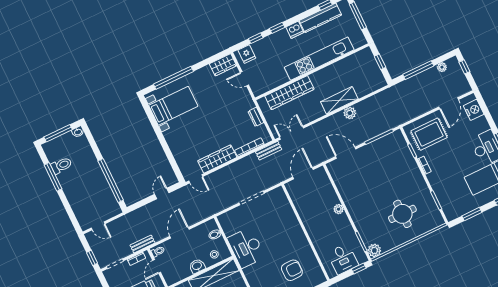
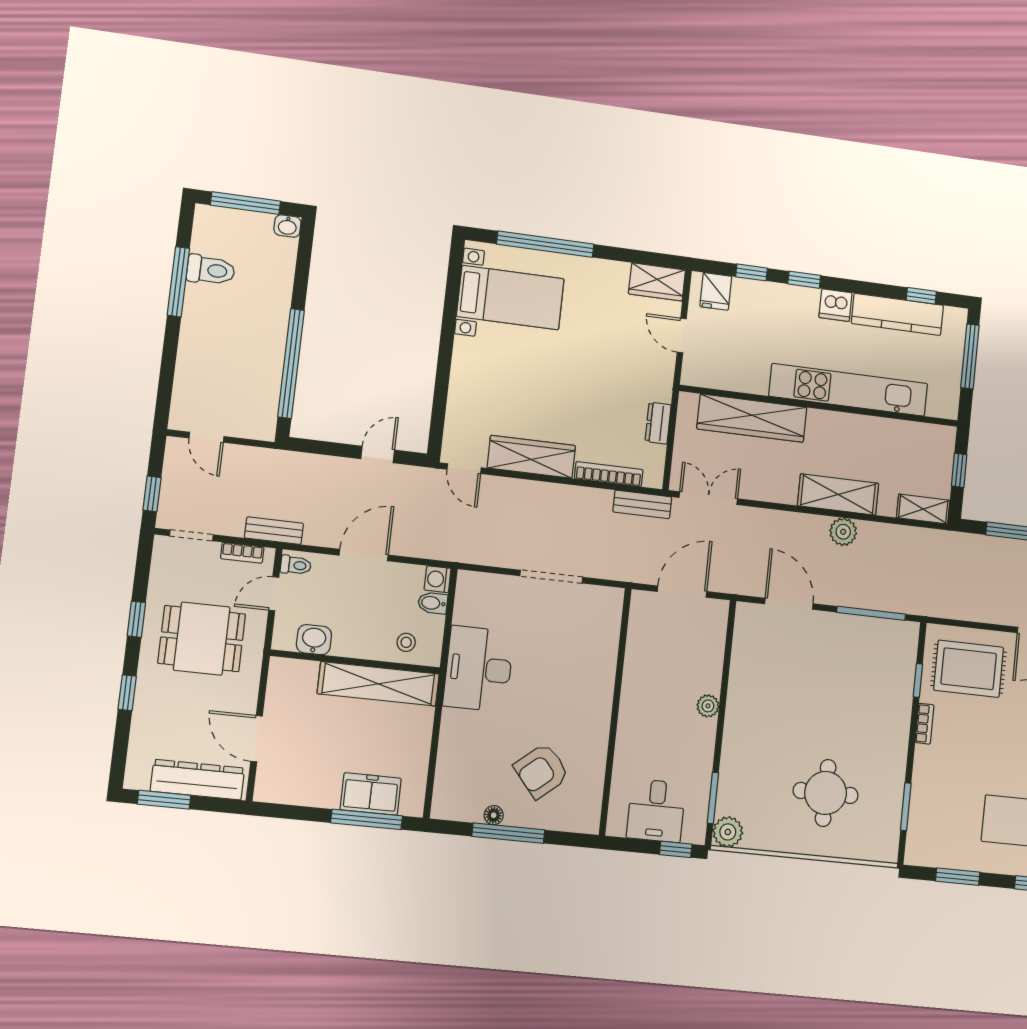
shelving: (375, 85) -> (923, 509), added
washing machine: (211, 225) -> (438, 579), added
washbasin: (197, 266) -> (314, 640), moved
armchair: (292, 270) -> (542, 771), turned 140

